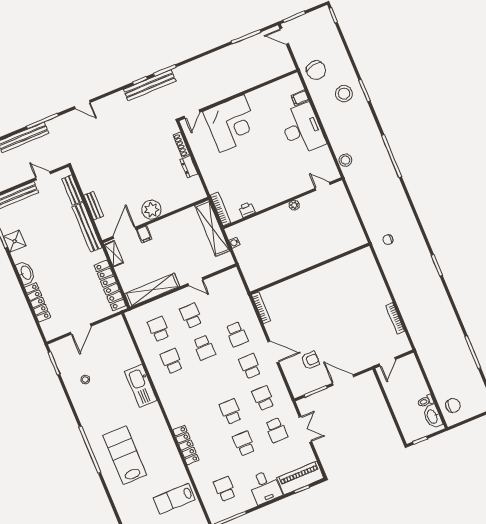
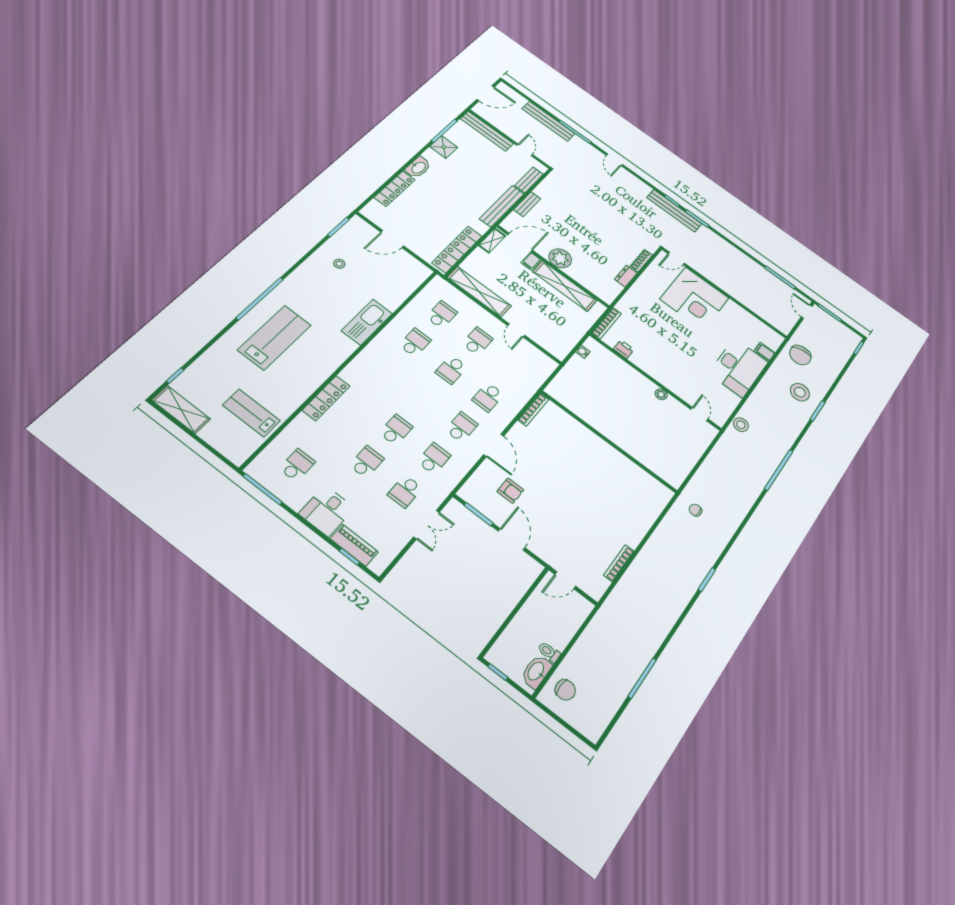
shelving: (212, 228) -> (565, 286), moved, turned 90
piano: (300, 478) -> (354, 545), width x0.73, depth x0.75

